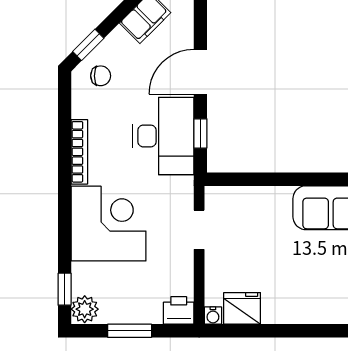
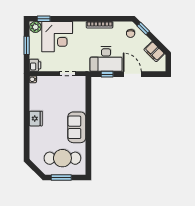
corner desk: (108, 224) -> (57, 37), moved
fridge: (242, 308) -> (36, 119), moved

